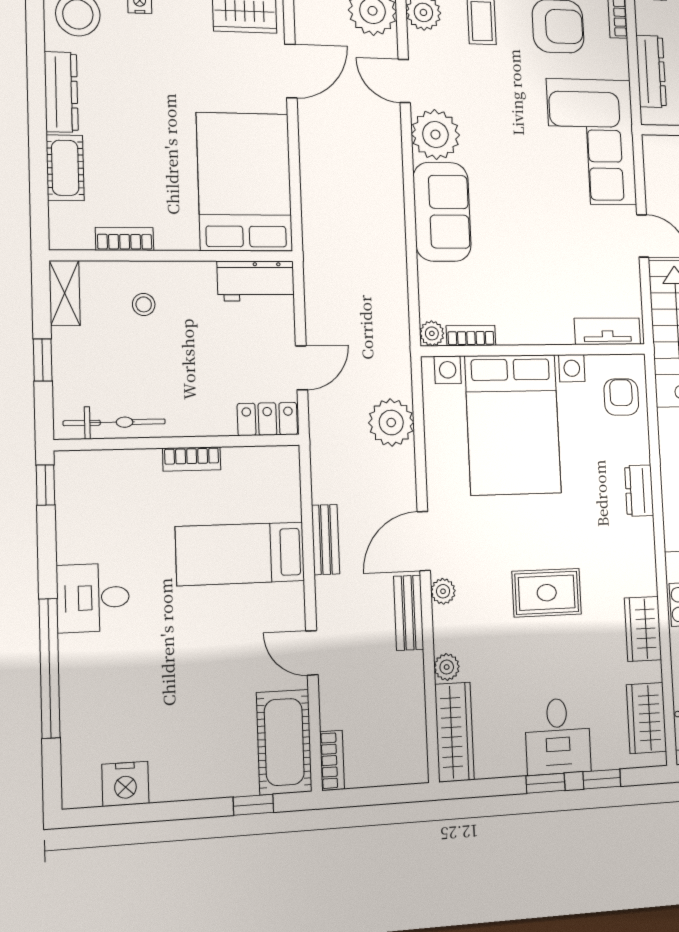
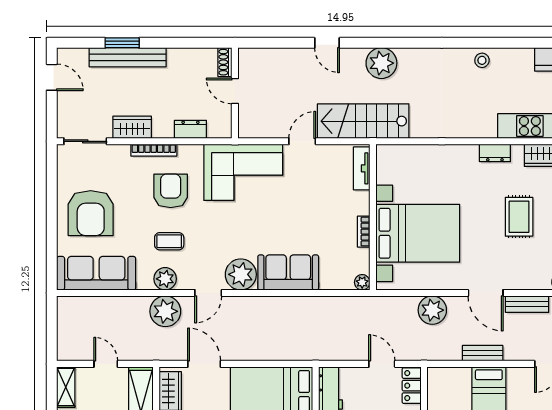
dresser: (651, 71) -> (190, 129), width x0.70
bookcase: (471, 336) -> (364, 232), moved
armchair: (621, 397) -> (402, 162), removed
plant: (391, 423) -> (432, 310), moved
dresser: (639, 491) -> (495, 153), moved
plant: (443, 591) -> (515, 282), removed

